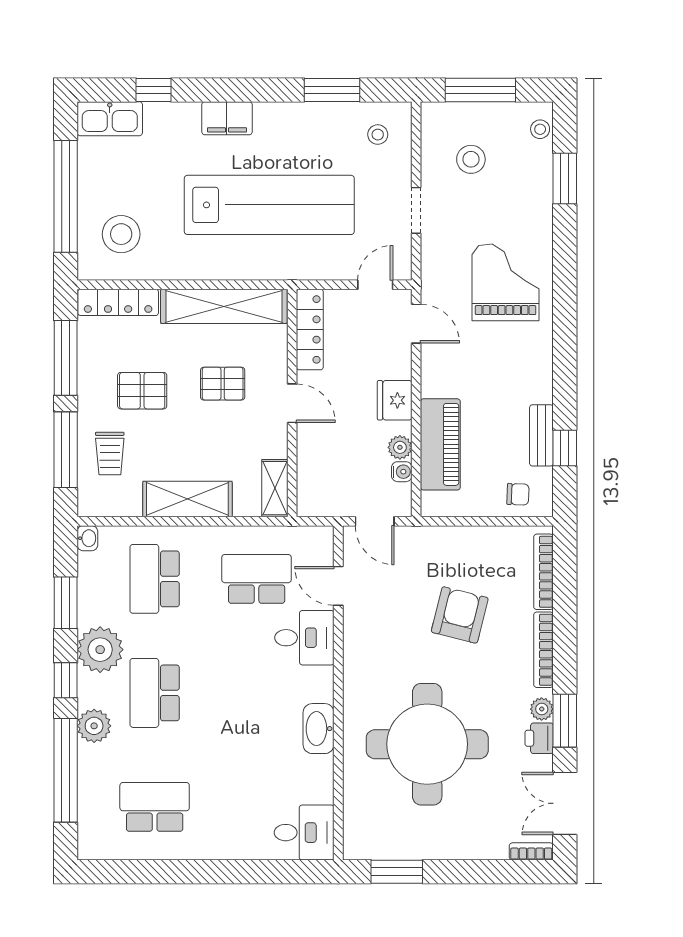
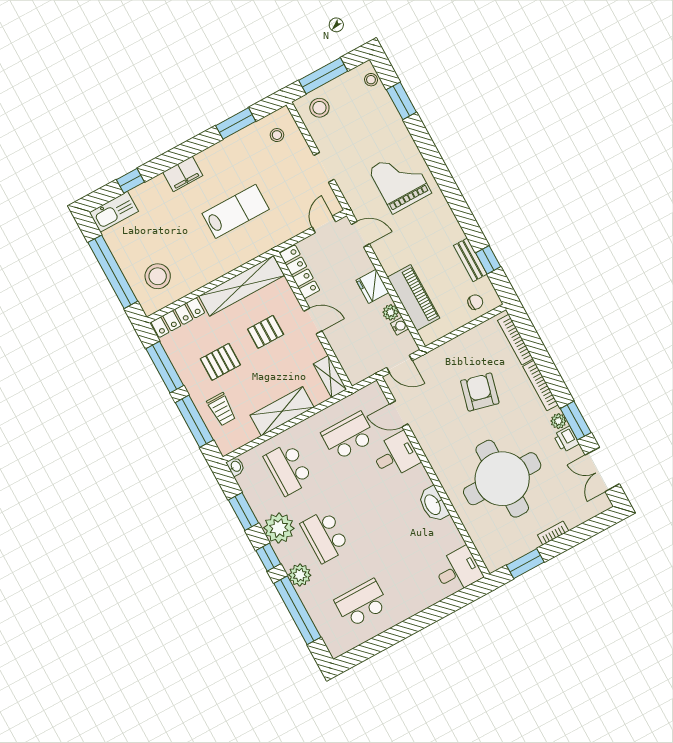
stool: (471, 159) -> (319, 108), moved
lab bench: (269, 205) -> (236, 211), width x0.54, depth x0.72
bookcase: (531, 851) -> (553, 533), moved

